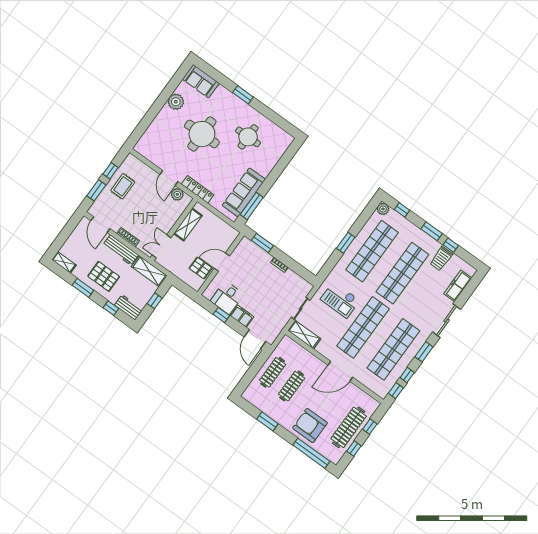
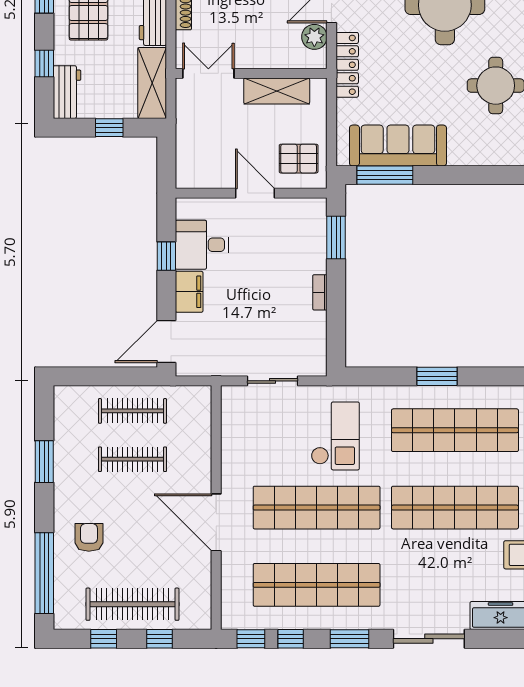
pallet: (201, 268) -> (299, 159), moved, turned 90
checkout: (340, 300) -> (335, 436), turned 180
shelving: (304, 335) -> (234, 418), removed
armchair: (310, 425) -> (89, 537), width x0.53, depth x0.53

